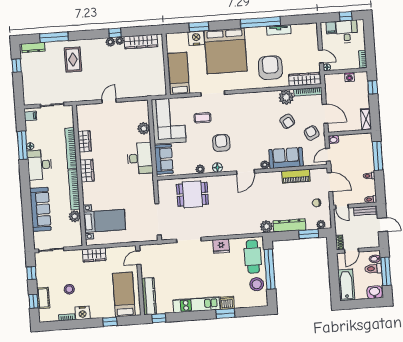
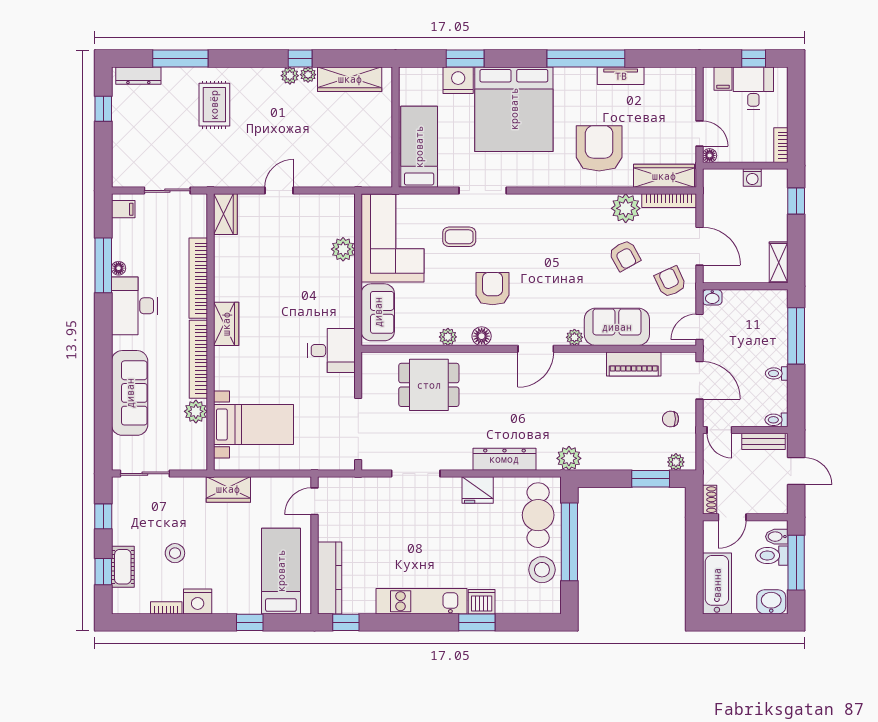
wardrobe: (84, 141) -> (225, 214), moved
desk: (140, 158) -> (331, 351), moved, width x0.73
dresser: (289, 225) -> (504, 459), moved

